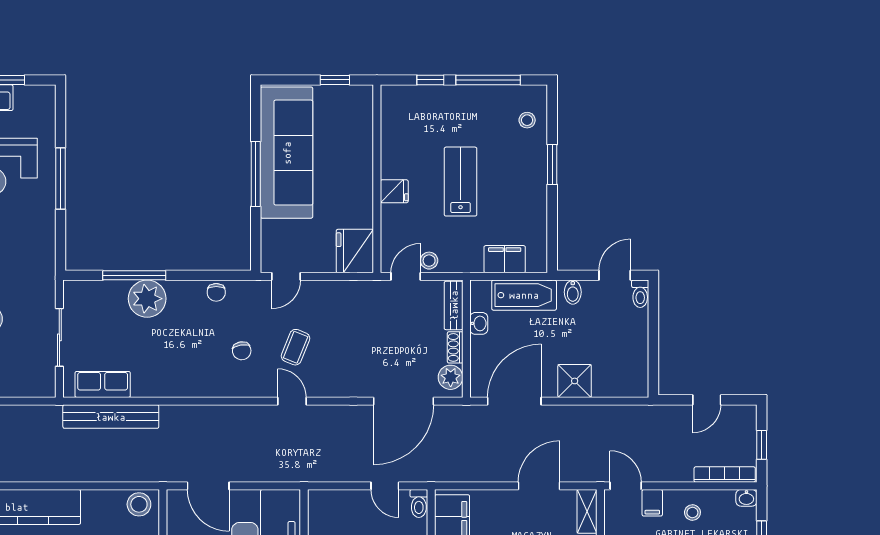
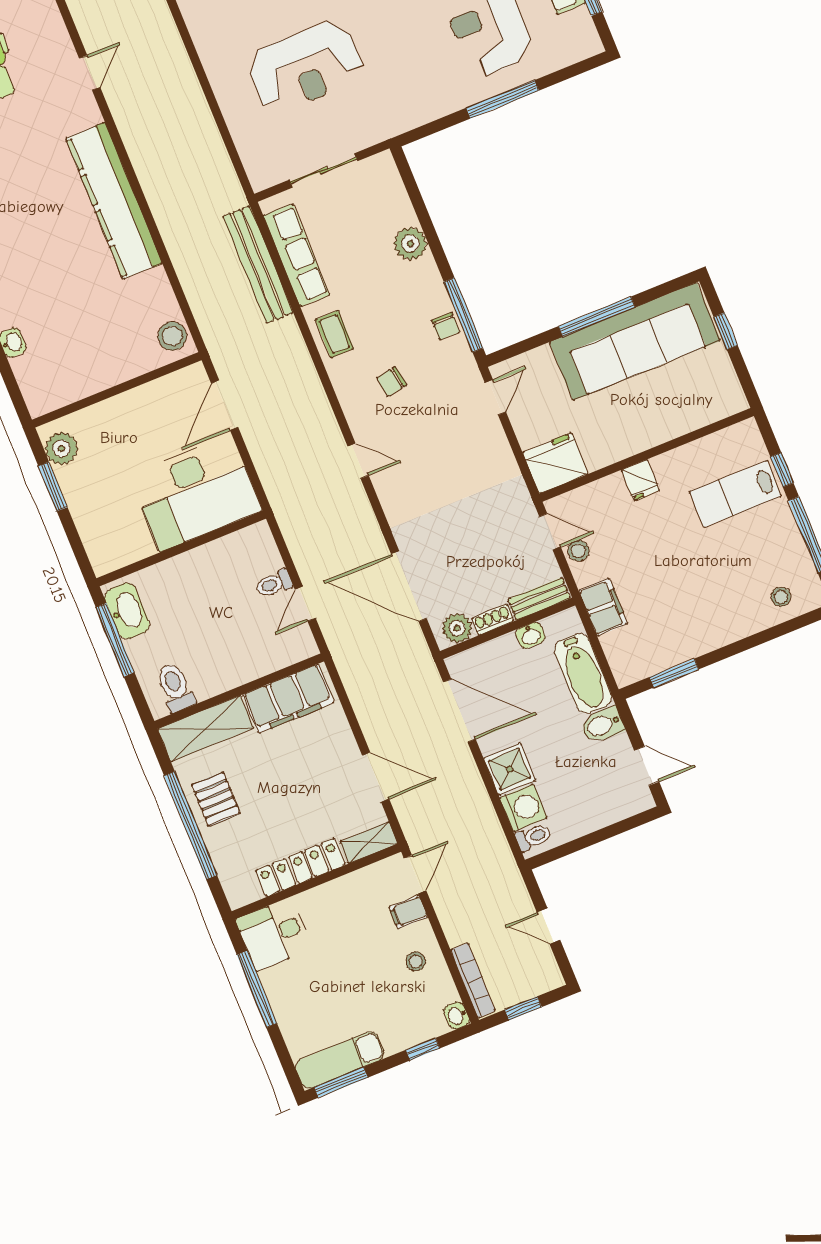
window: (335, 80) -> (726, 331), moved
window: (552, 164) -> (674, 673), moved
lab bench: (461, 182) -> (735, 494), moved, turned 180
filing cabinet: (505, 259) -> (603, 607), moved
window: (134, 275) -> (463, 315), moved
door: (286, 276) -> (495, 397), swing flipped
chair: (216, 292) -> (446, 326), turned -90
bidet: (573, 292) -> (602, 725), width x1.38, depth x1.36
toilet: (640, 294) -> (533, 837), moved, turned 180
plant: (147, 299) -> (410, 244), width x0.73, depth x0.73
coffee table: (296, 347) -> (334, 334), moved, turned 68
washing machine: (608, 382) -> (523, 808), added
row of seats: (103, 384) -> (296, 255), width x1.48
door: (292, 401) -> (358, 461), hinge flipped
toilet: (419, 503) -> (274, 584), moved

